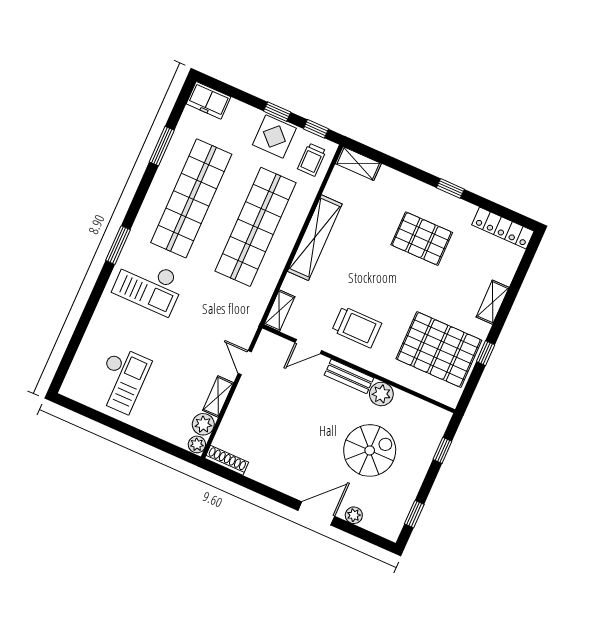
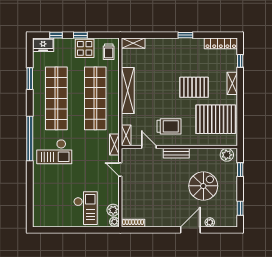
window: (316, 129) -> (56, 35), moved
pallet: (422, 239) -> (194, 87), moved
window: (118, 245) -> (30, 138), width x2.11
door: (308, 347) -> (149, 147), swing flipped
window: (486, 353) -> (240, 61), moved
checkout: (121, 380) -> (86, 208), moved
plant: (381, 394) -> (227, 155), moved
shelving: (218, 397) -> (114, 145), moved

